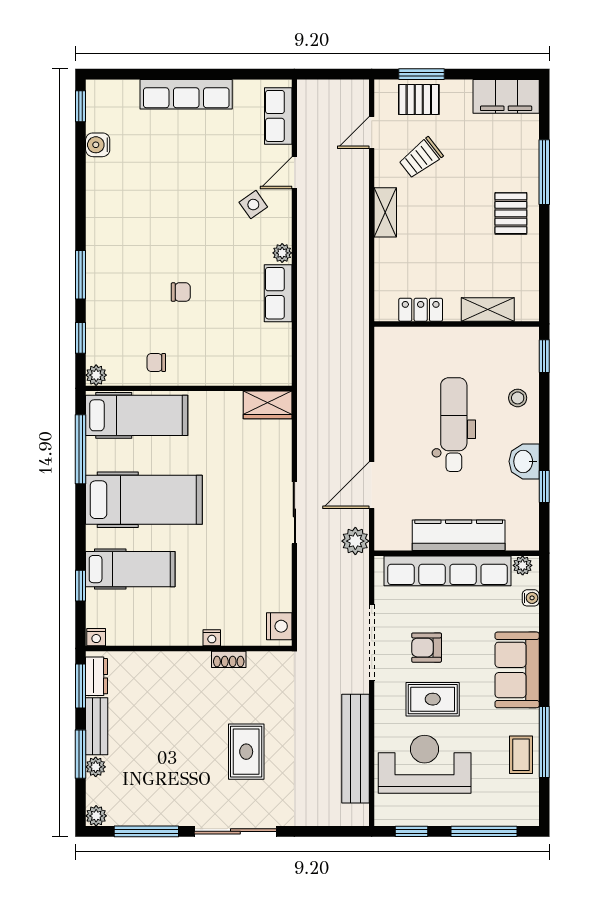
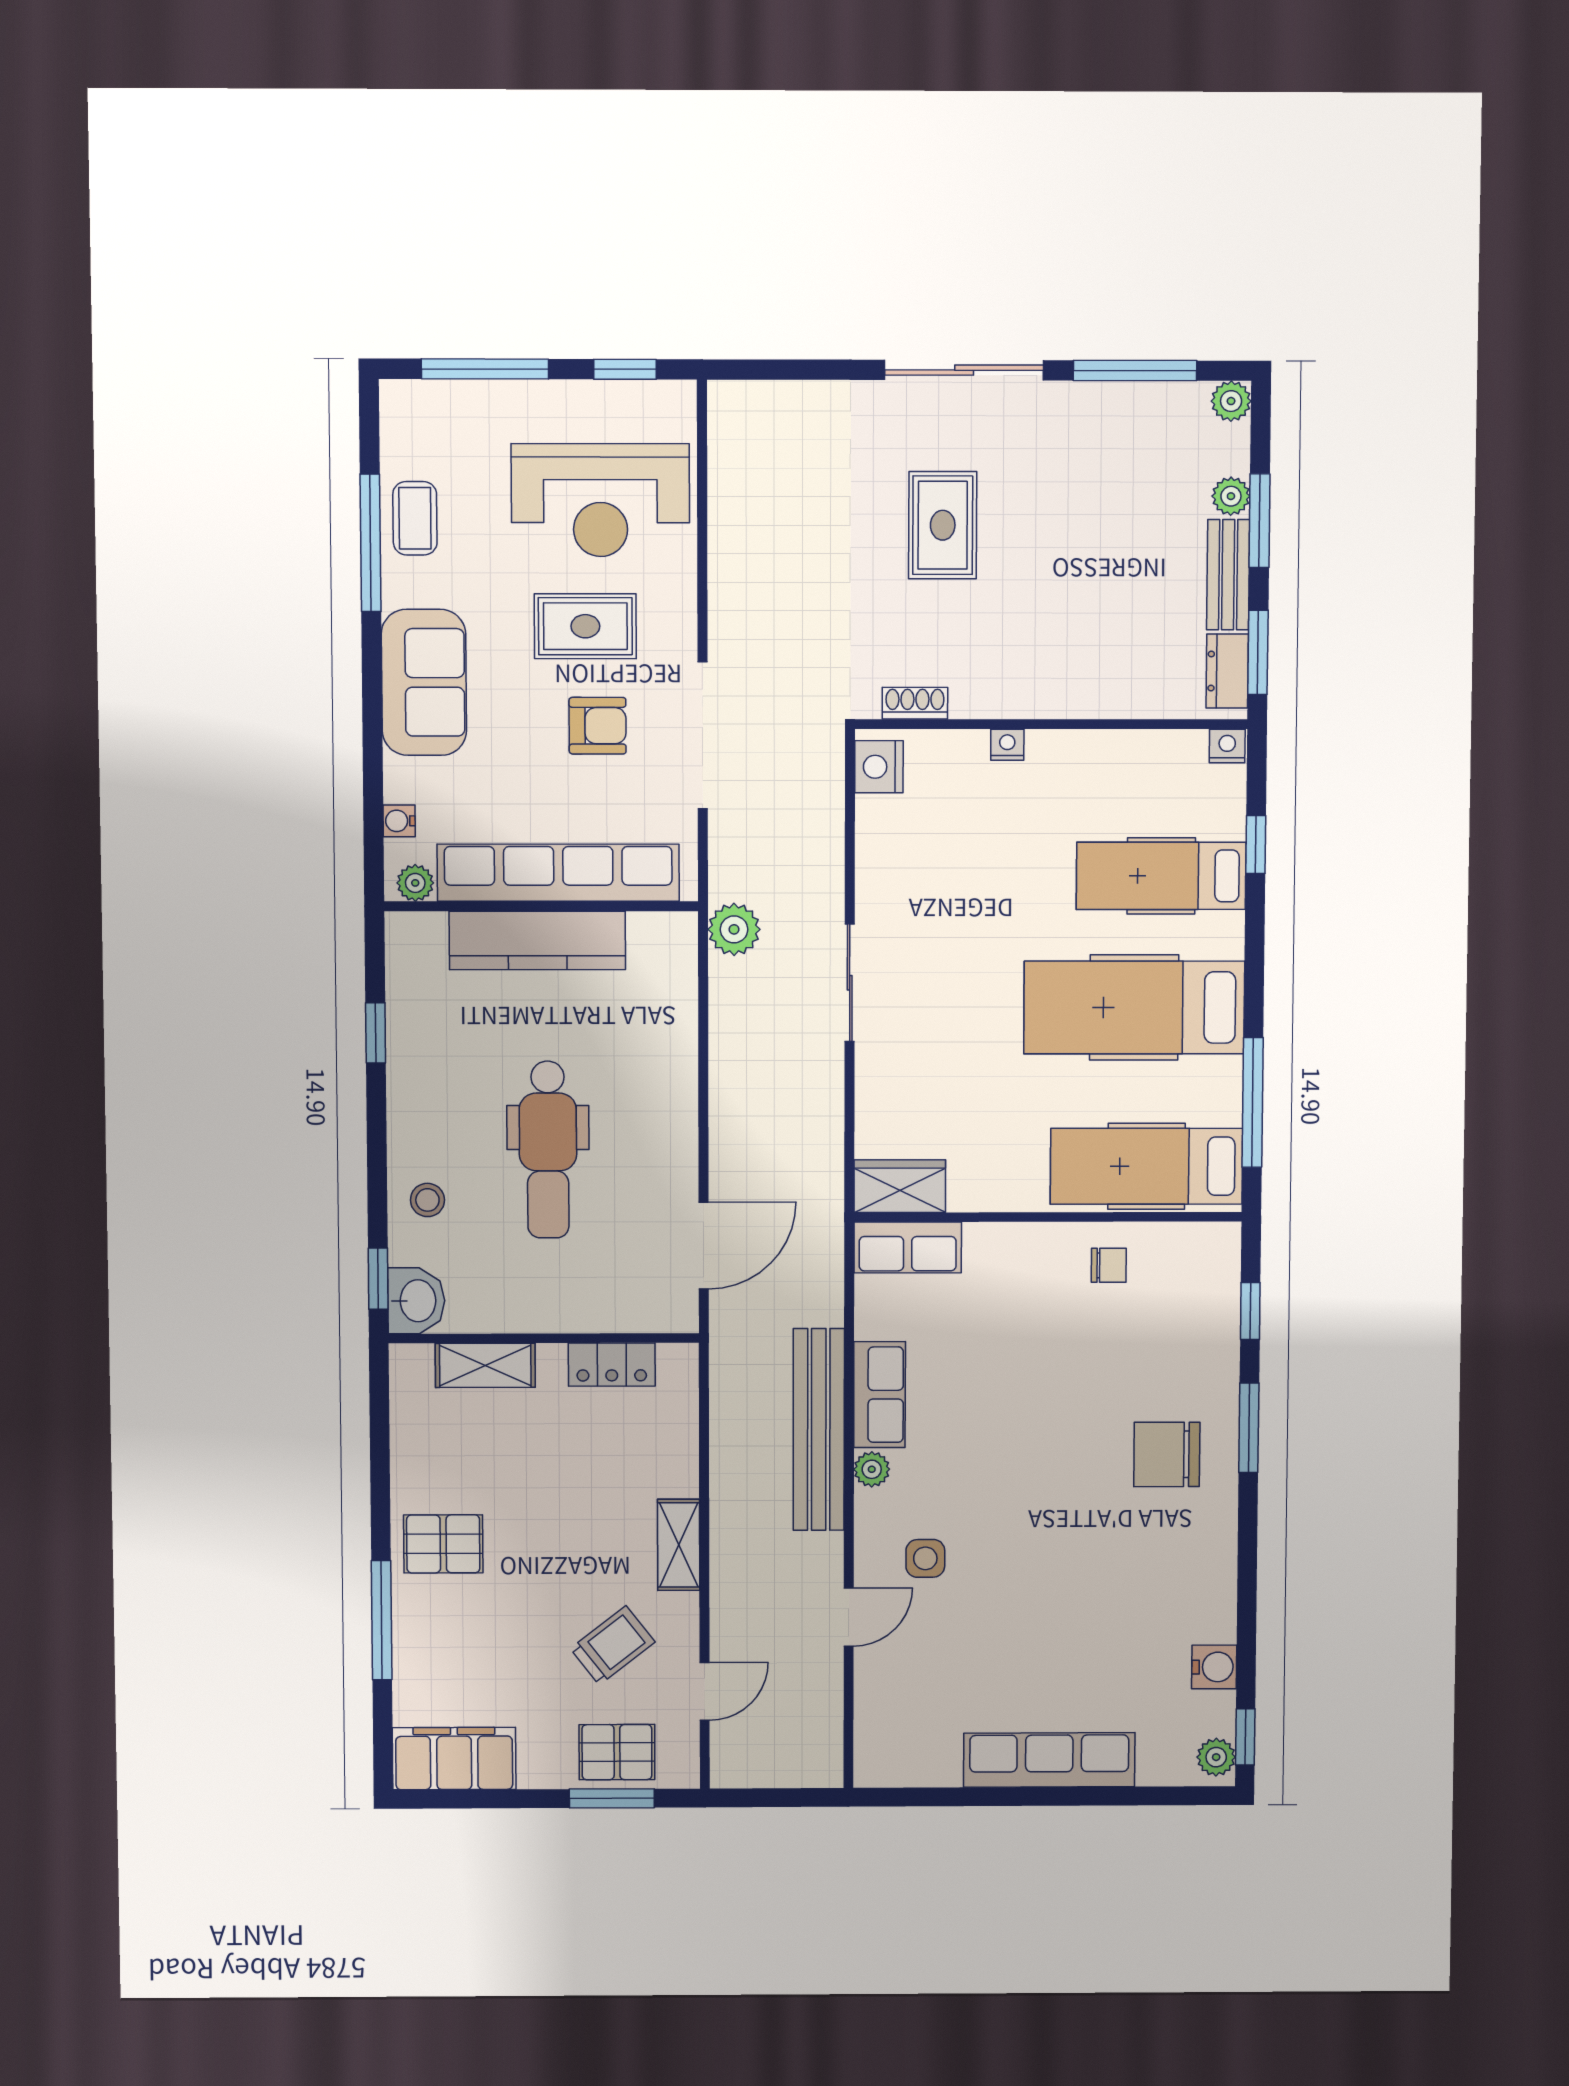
row of seats: (278, 116) -> (908, 1248), moved, turned 90
side table: (253, 205) -> (925, 1558), turned 35
pallet: (511, 213) -> (443, 1544), turned 90
chair: (181, 292) -> (1167, 1454), moved, width x1.87, depth x1.87
plant: (96, 375) -> (1216, 1757), moved
washbasin: (524, 461) -> (416, 1301), moved
door: (372, 485) -> (704, 1246), moved
shoe rack: (229, 659) -> (915, 703), moved
bench: (355, 749) -> (819, 1430), moved

